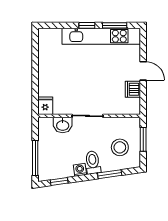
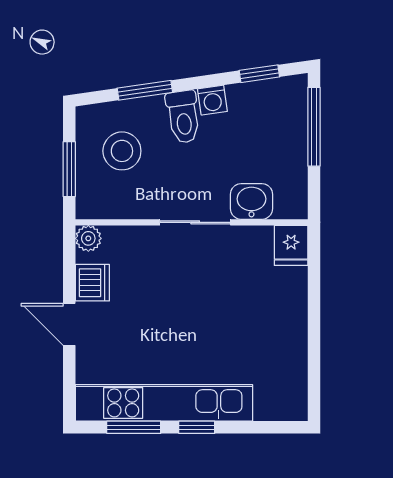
plant: (135, 109) -> (88, 238), added

